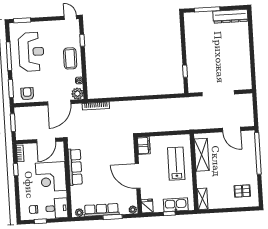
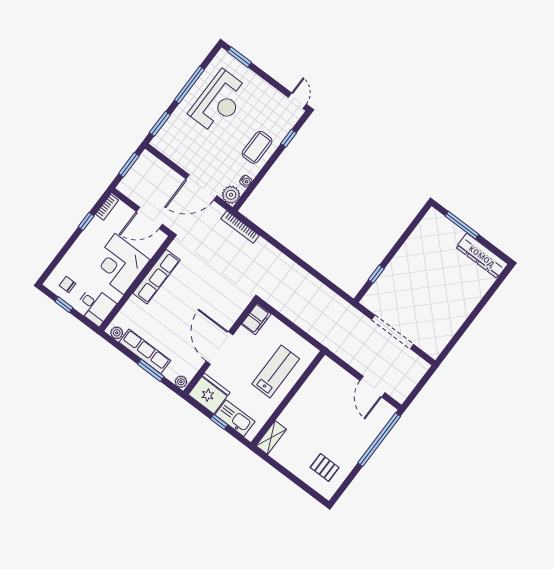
armchair: (27, 94) -> (173, 146), removed
shelving: (202, 155) -> (313, 386), removed
fridge: (147, 206) -> (209, 393), width x1.88, depth x1.34

